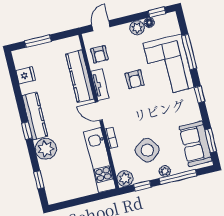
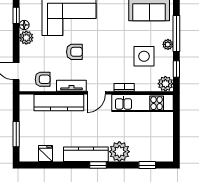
side table: (147, 150) -> (144, 56), turned 35

